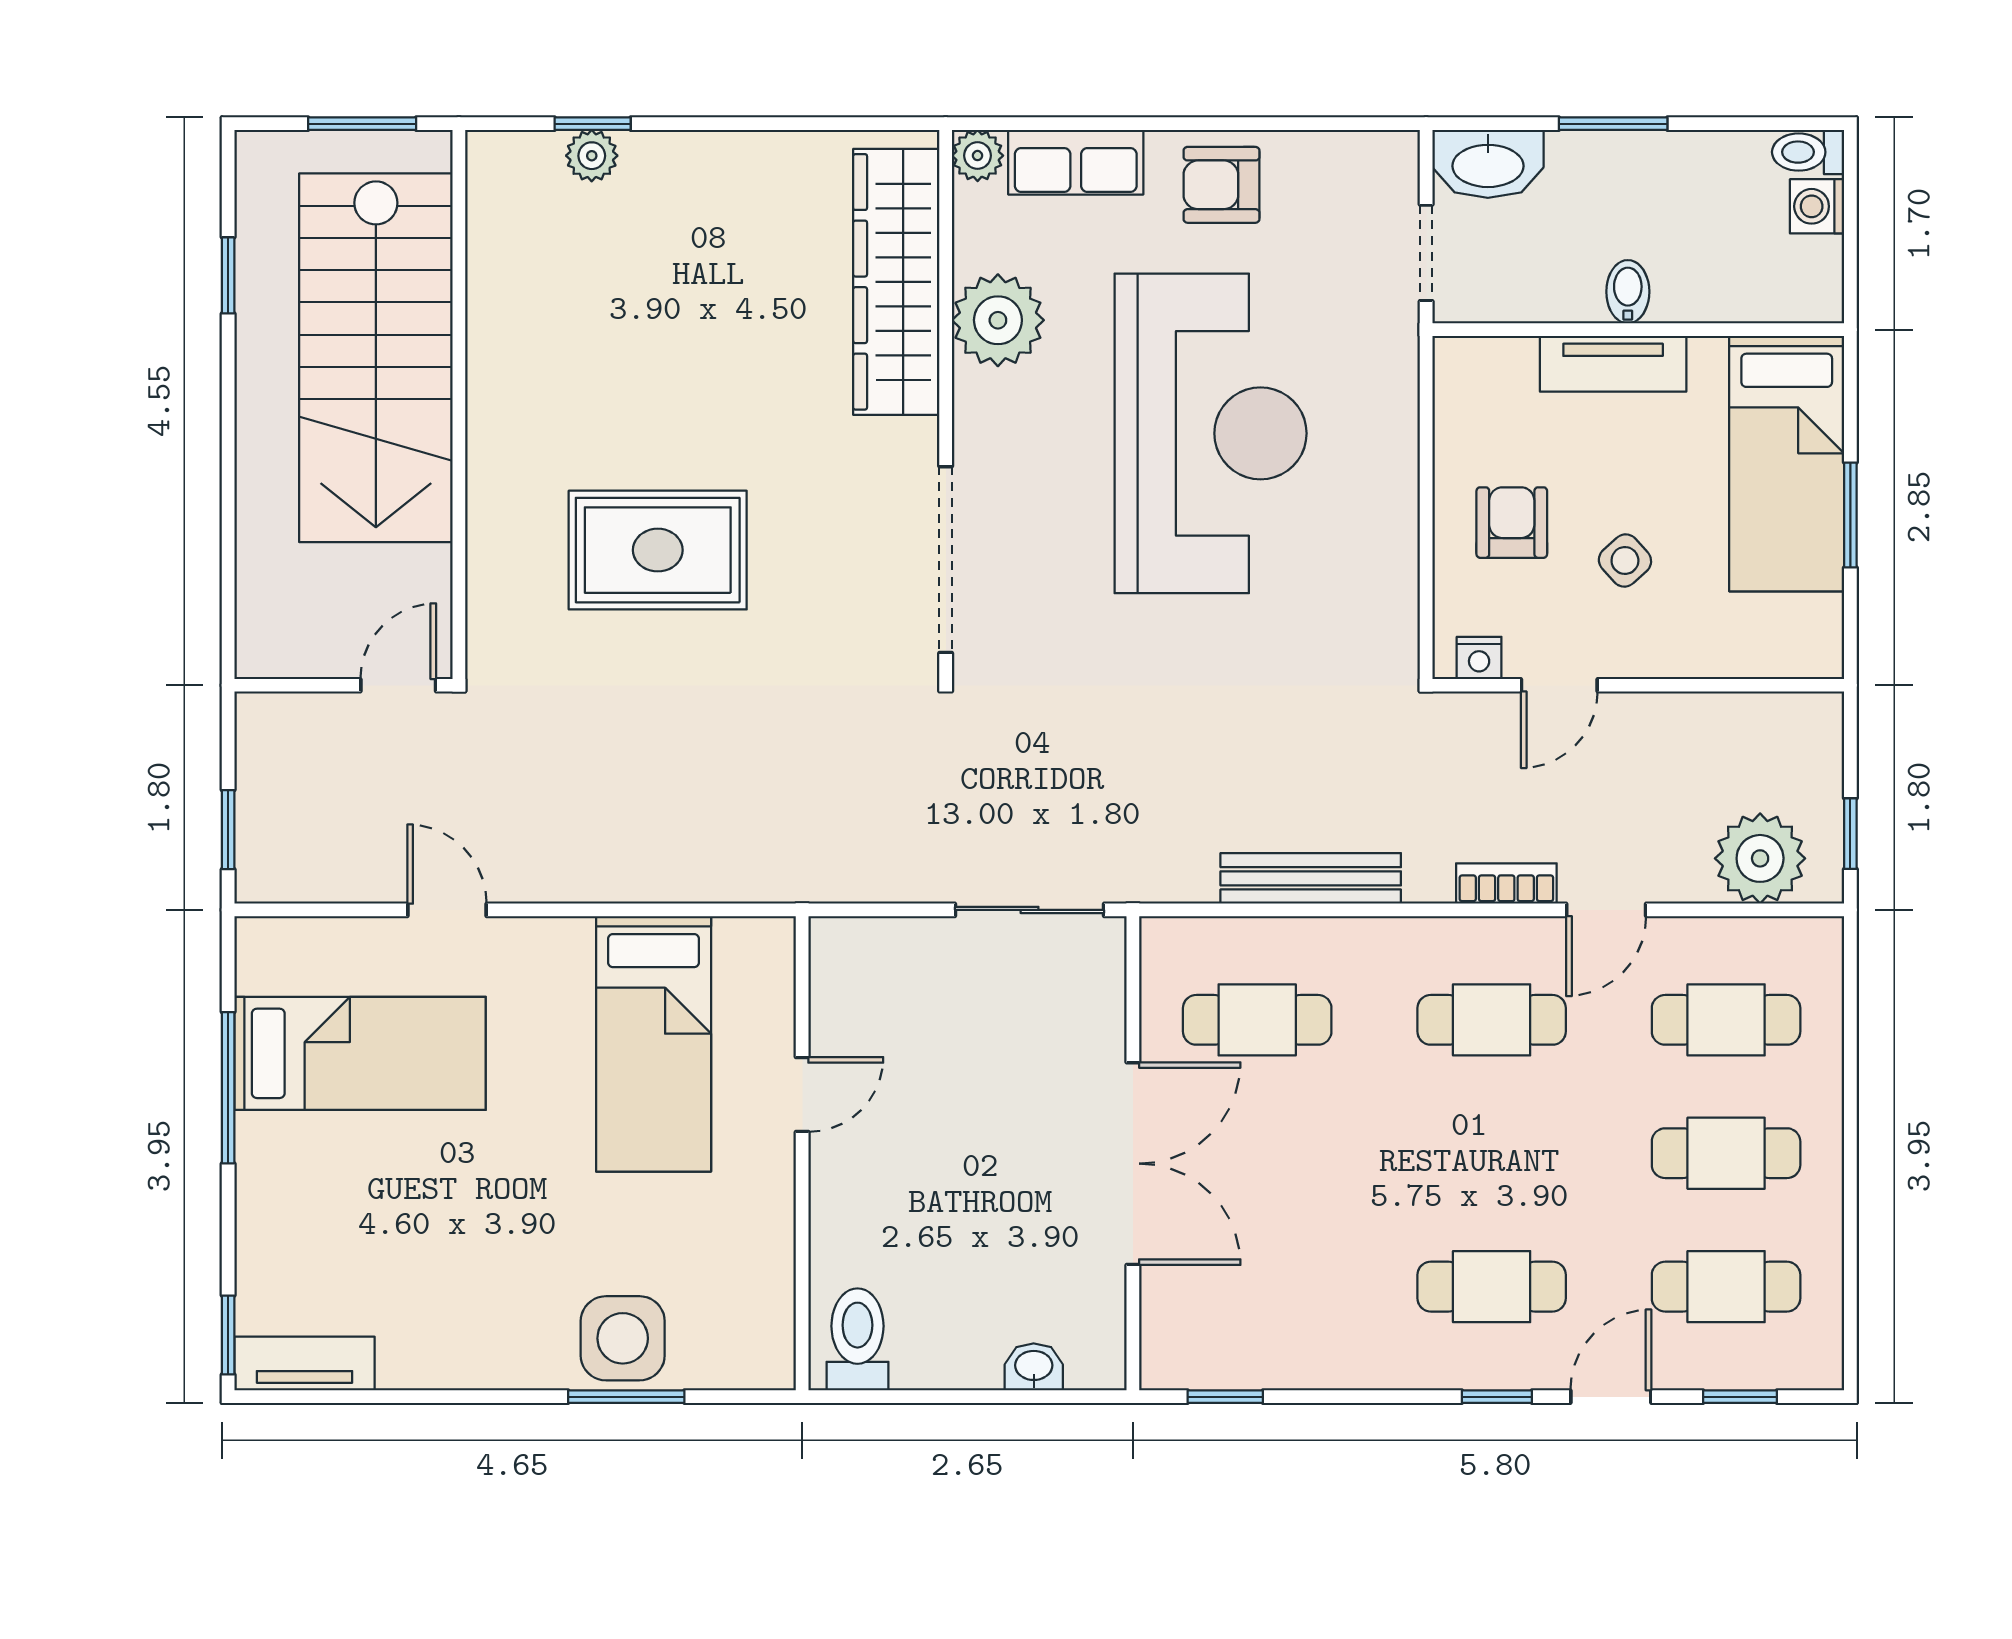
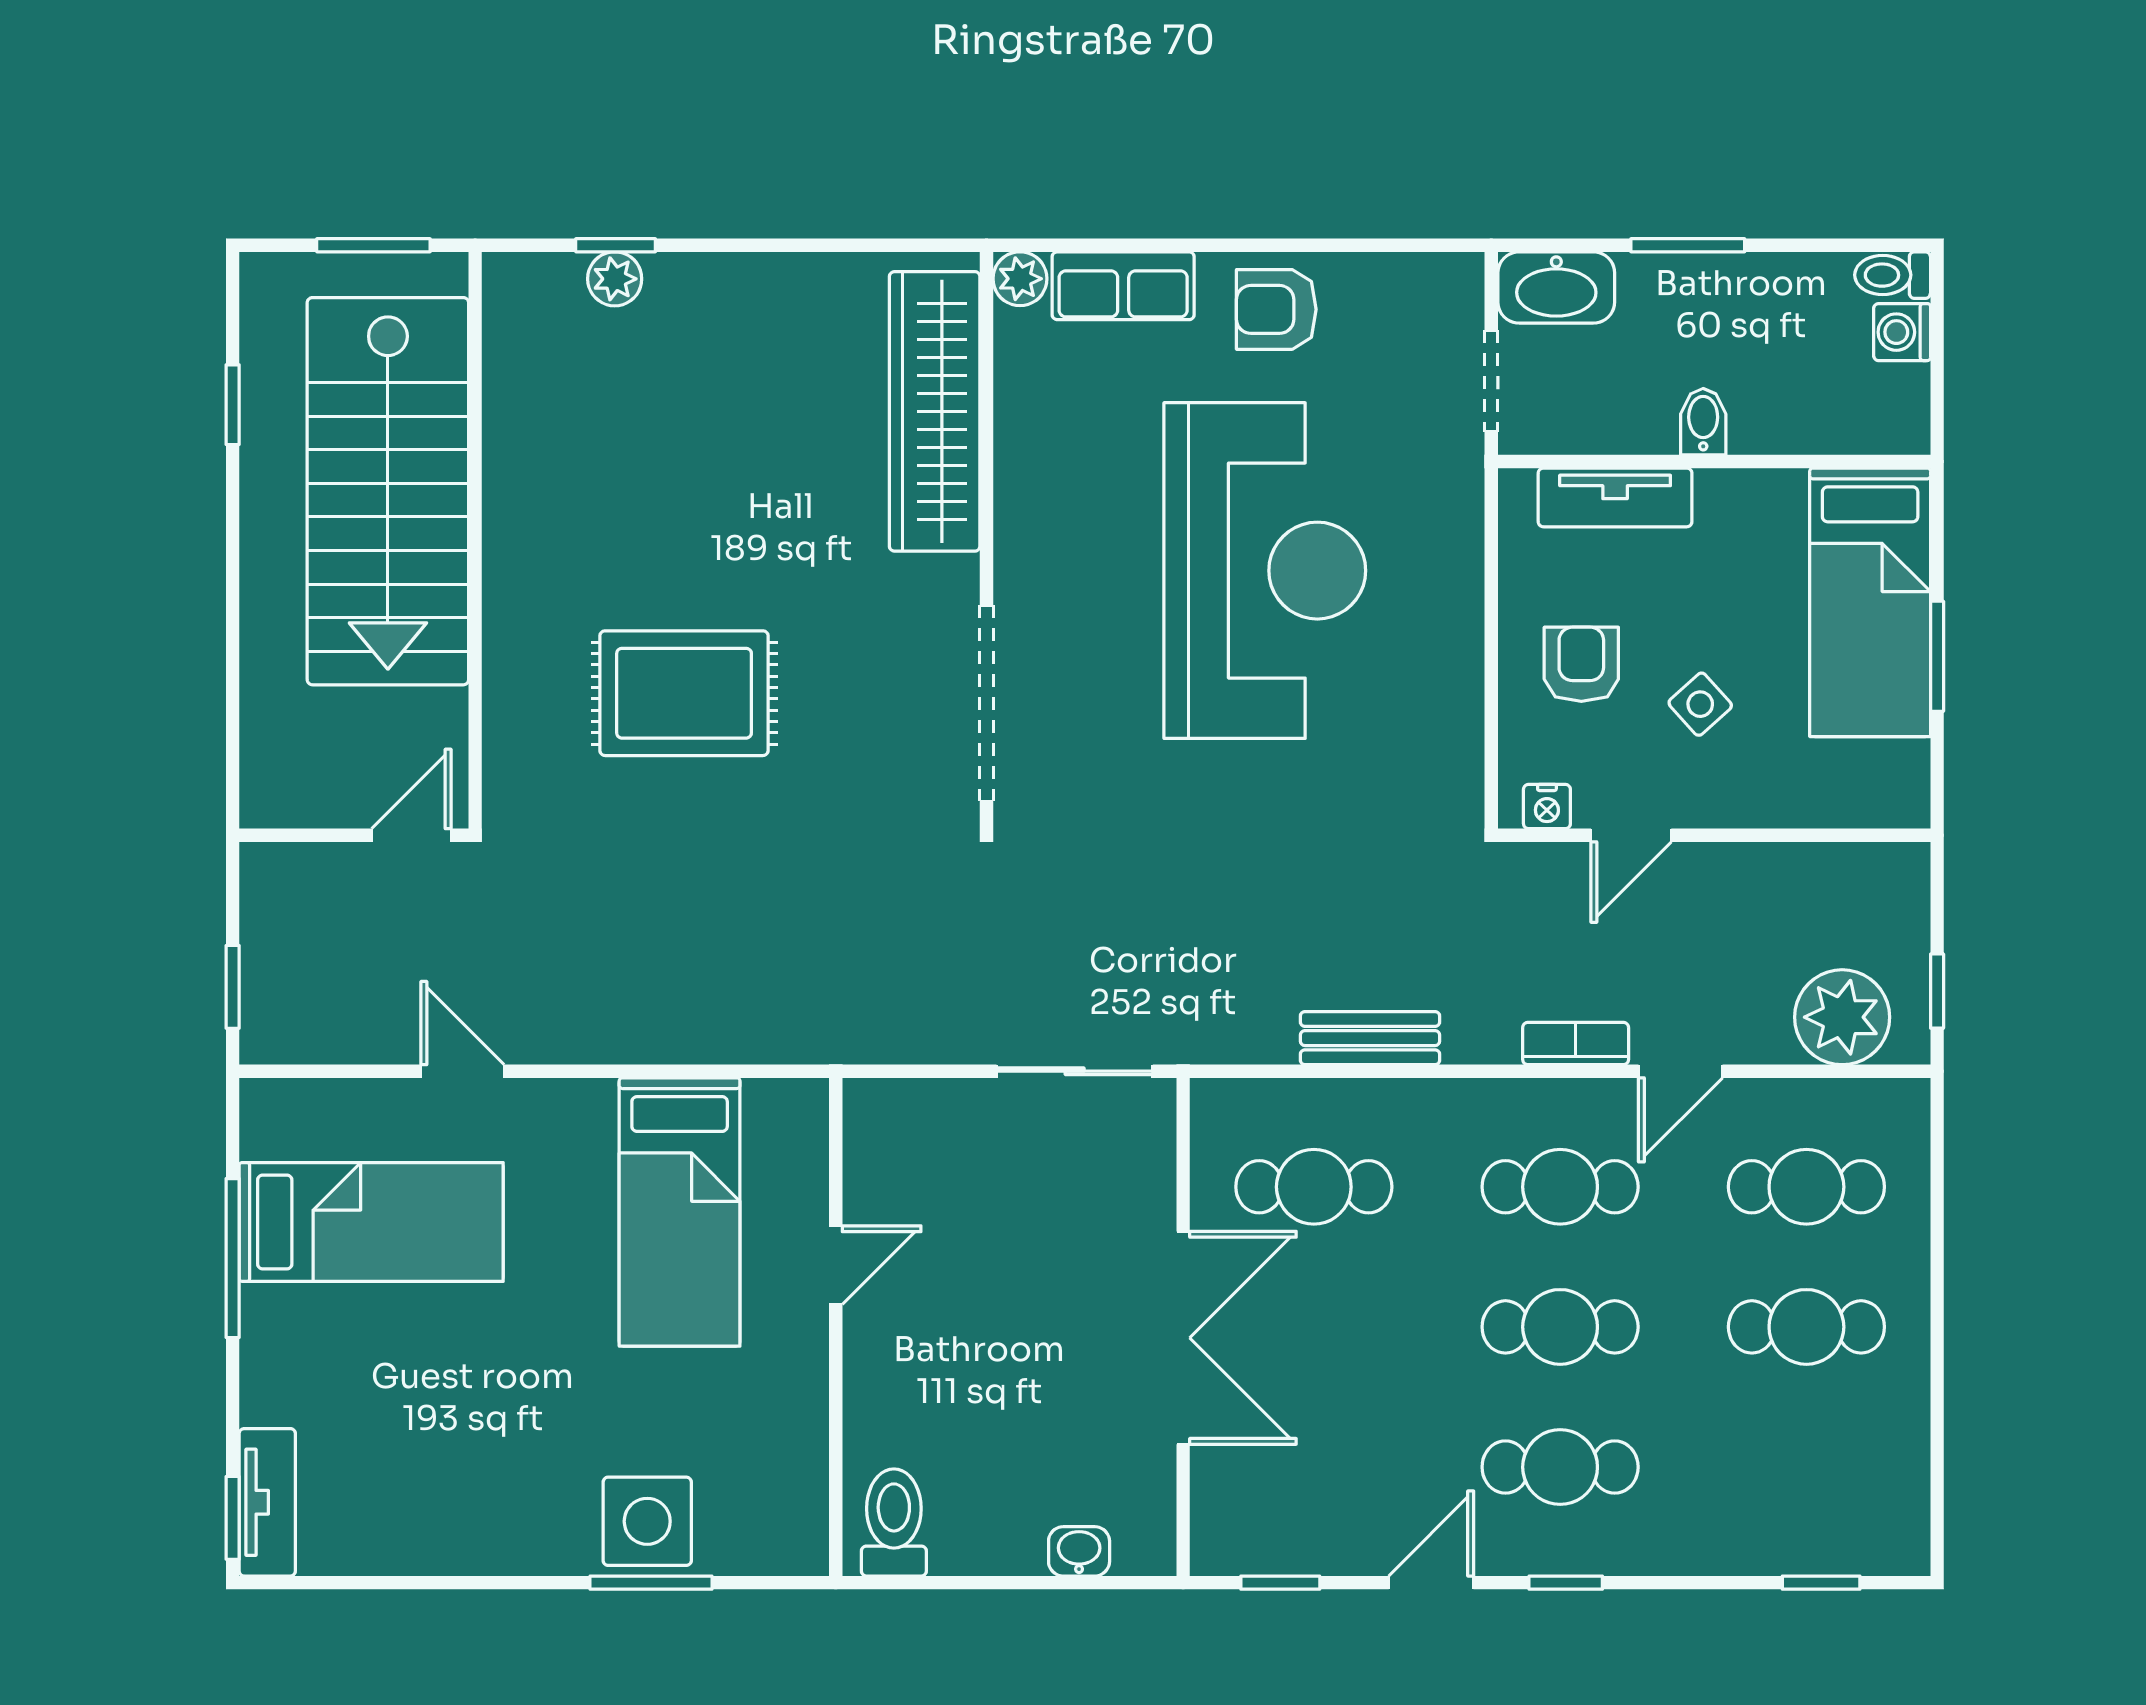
plant: (998, 320) -> (1041, 452), removed
tv unit: (1613, 364) -> (1615, 497), moved
bench: (1311, 878) -> (1370, 1038), width x0.73
cafe table: (1726, 1287) -> (1560, 1327), moved
tv unit: (304, 1364) -> (267, 1502), moved, turned 90
door: (1611, 1397) -> (1431, 1583), moved

